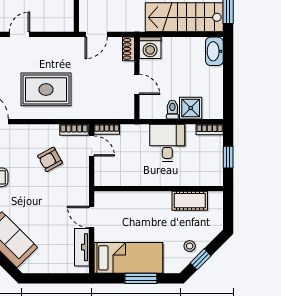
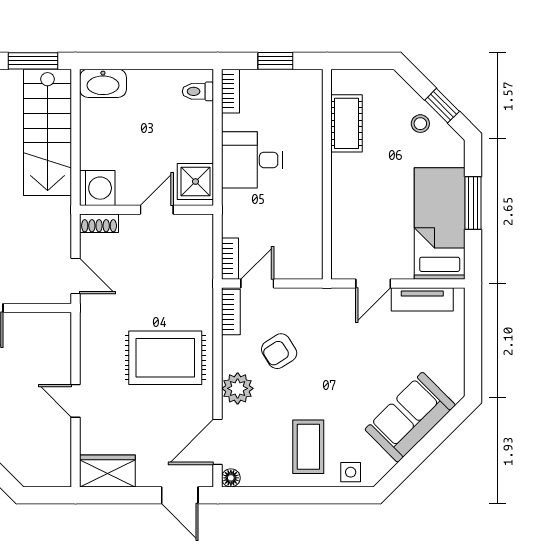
rug: (46, 89) -> (165, 358), turned 90
shower: (191, 108) -> (195, 182), moved
toilet: (172, 110) -> (198, 91), moved
plant: (27, 134) -> (238, 388), added
armchair: (50, 159) -> (279, 351), turned 87

